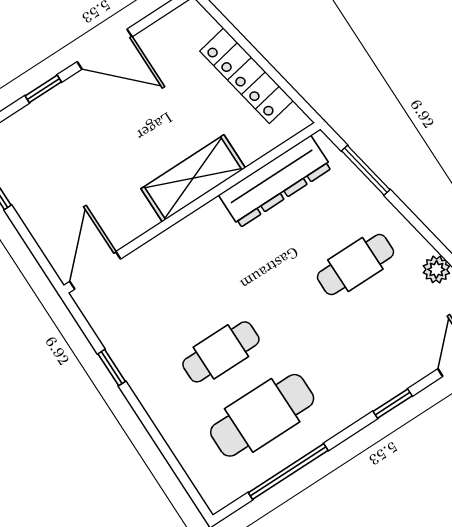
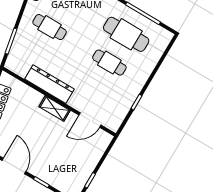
shelving: (193, 178) -> (55, 109), width x0.67, depth x0.75
dresser: (275, 182) -> (49, 84), moved
door: (95, 270) -> (90, 120), moved

